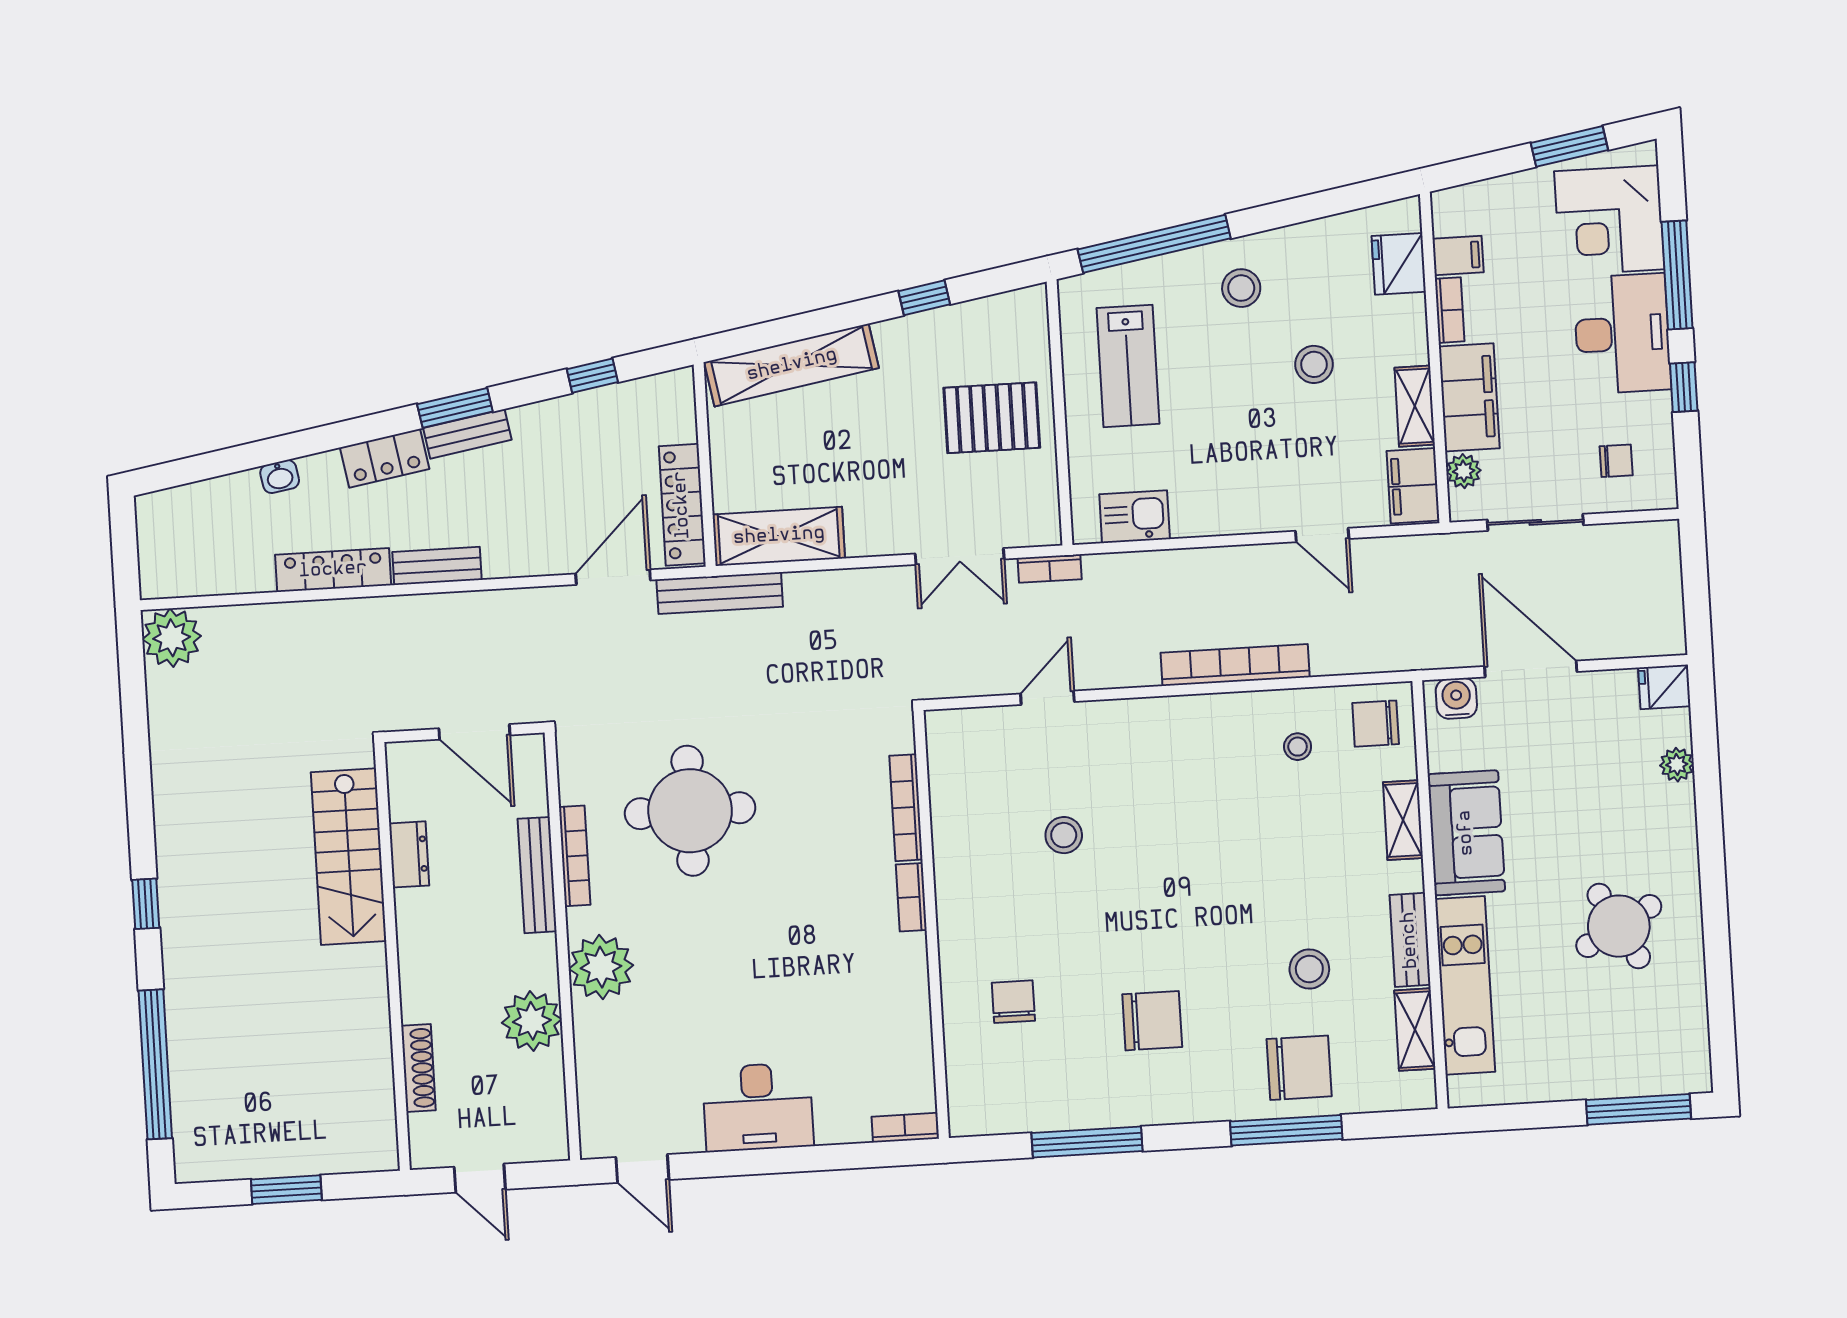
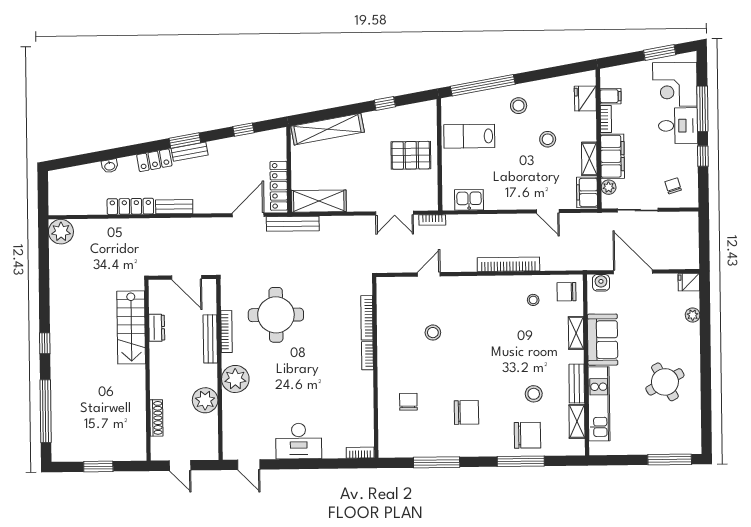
desk: (1622, 334) -> (678, 126), width x0.73
lab bench: (1128, 366) -> (469, 136), turned 90
chair: (1616, 461) -> (673, 186), turned -107

